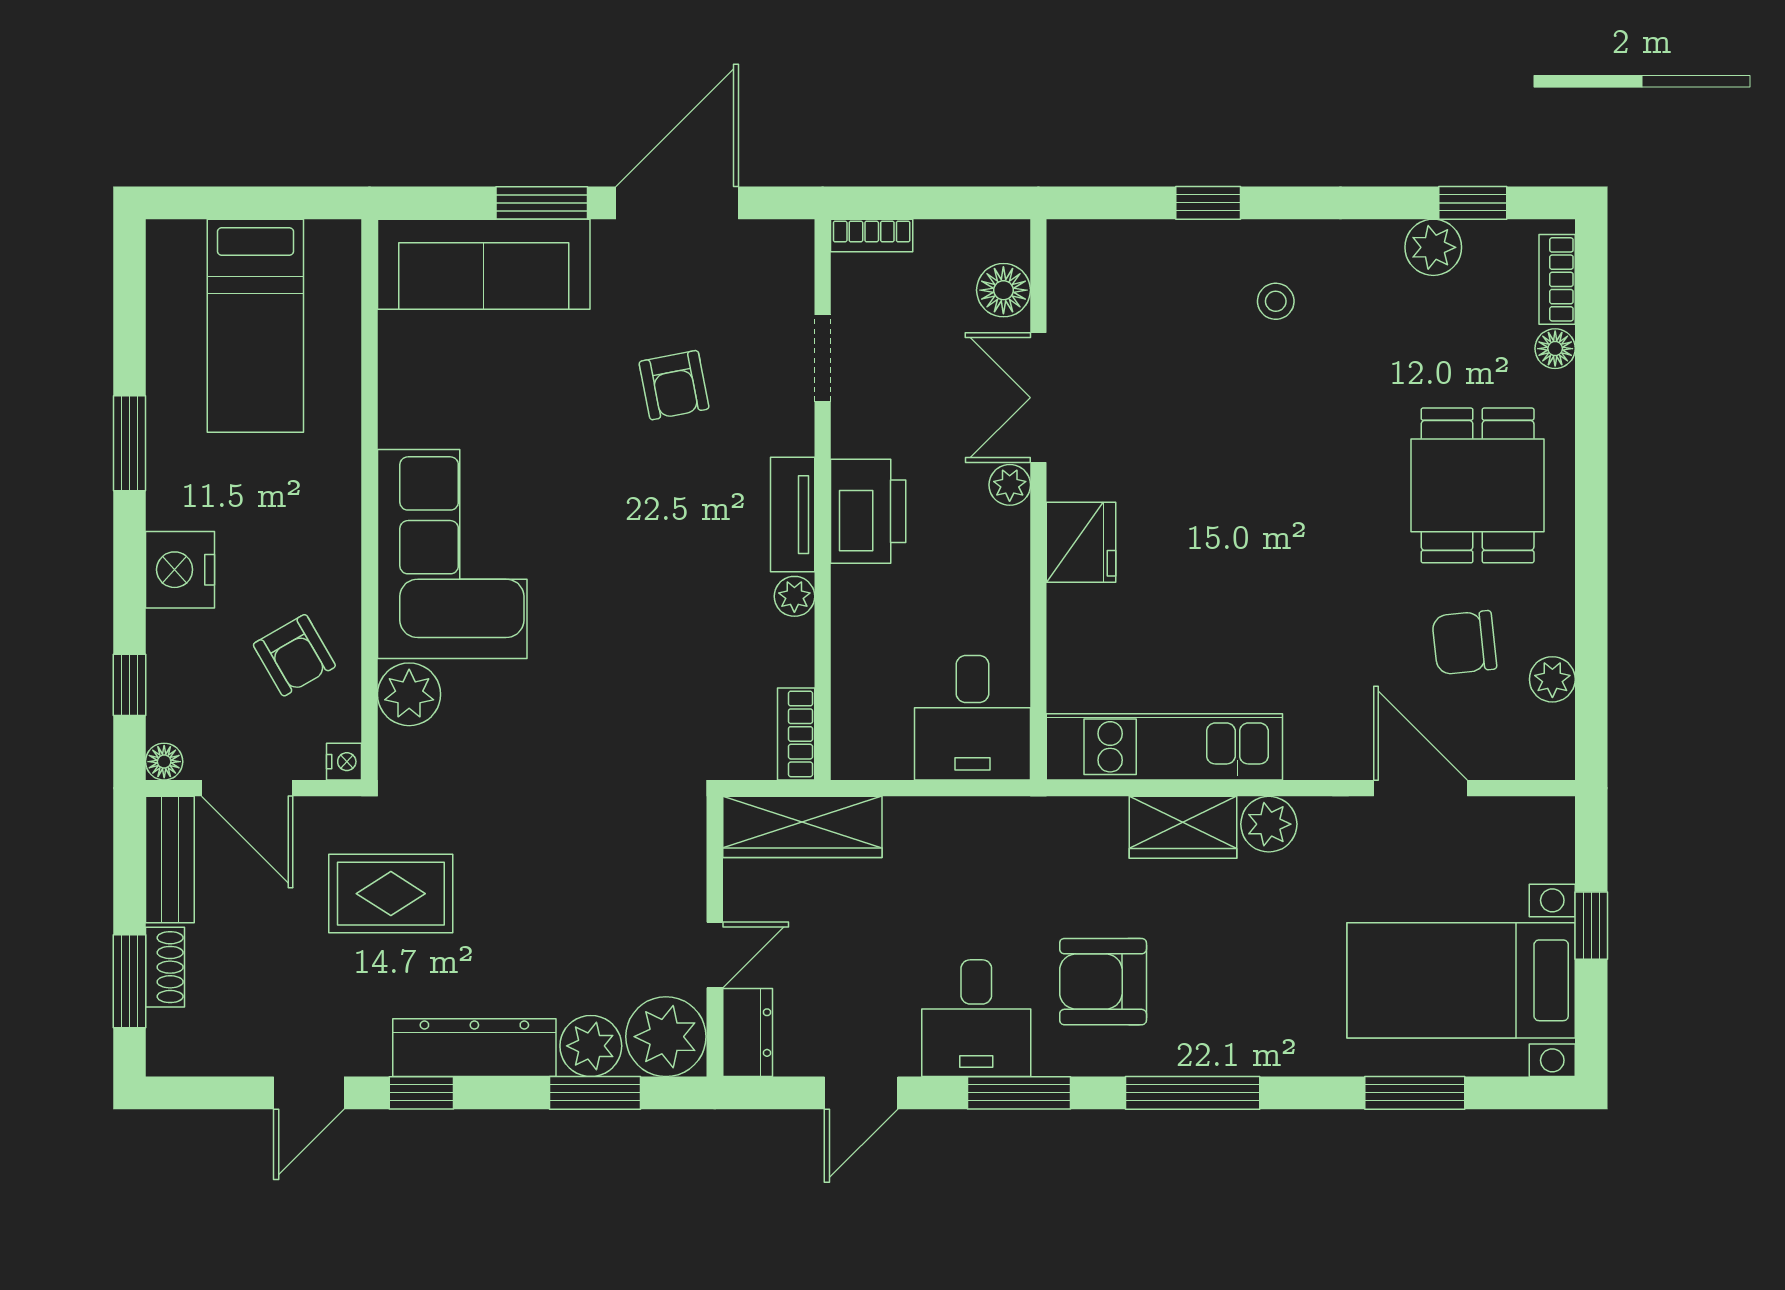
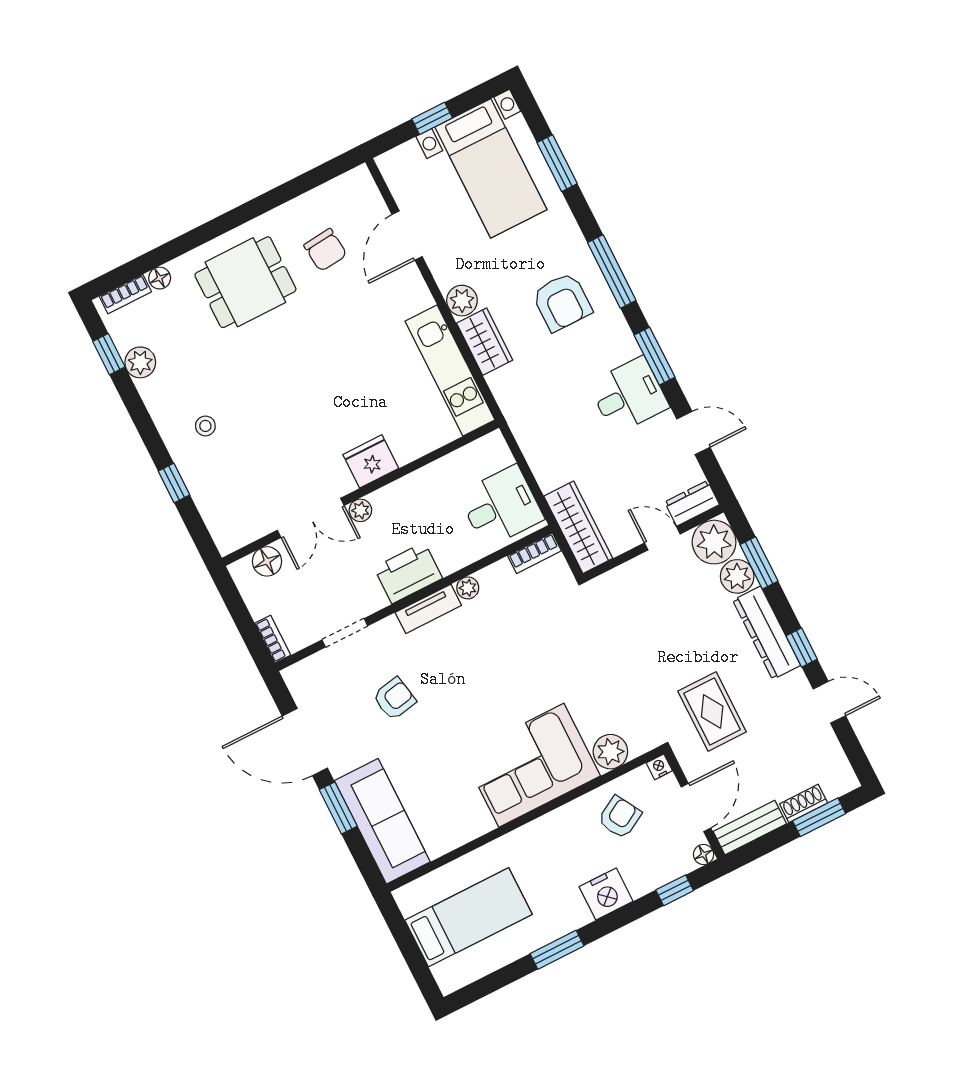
plant: (1552, 679) -> (322, 198), removed
desk: (972, 718) -> (501, 506), moved
armchair: (1103, 982) -> (562, 302), moved

